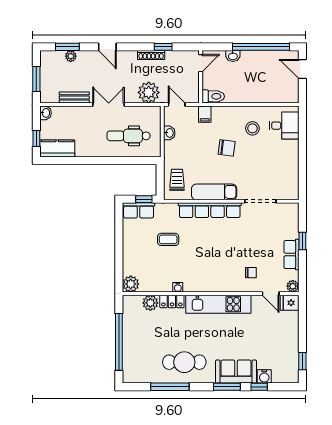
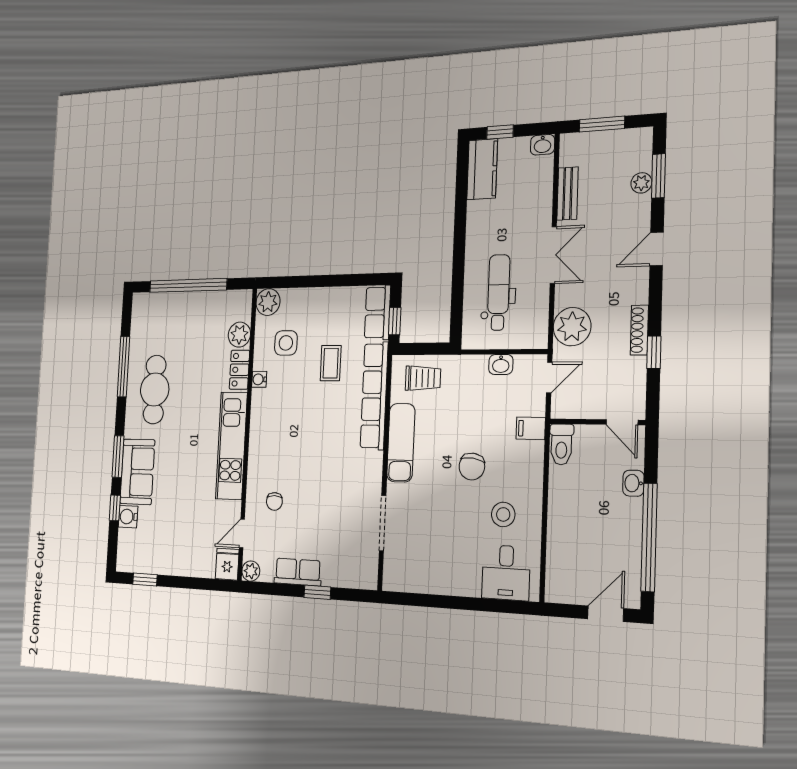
row of seats: (210, 210) -> (374, 396), moved
side table: (156, 270) -> (286, 343), added

